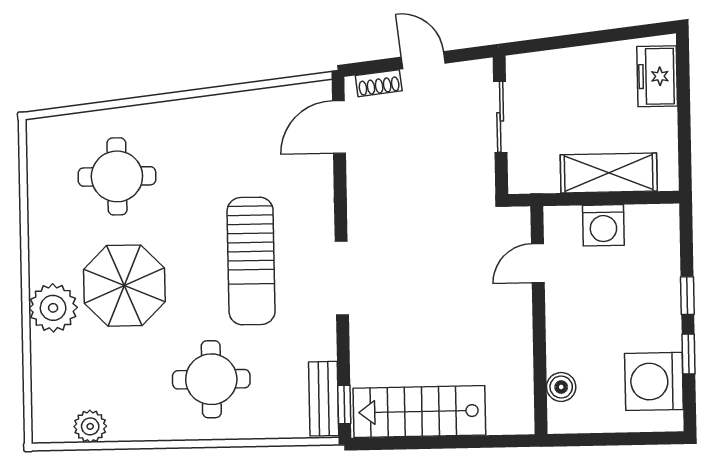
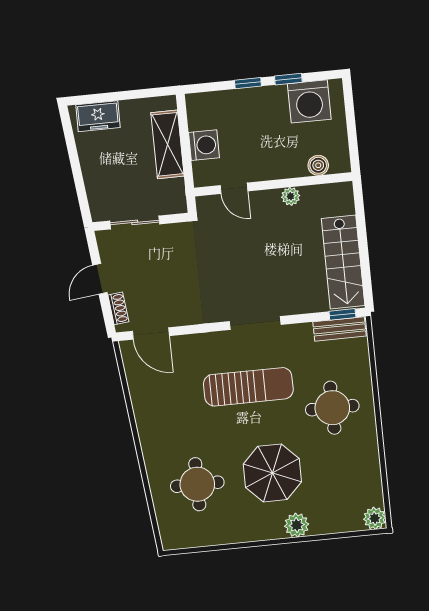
plant: (53, 308) -> (297, 525), width x0.73, depth x0.73
plant: (520, 344) -> (291, 196), added
plant: (90, 426) -> (375, 518), moved

